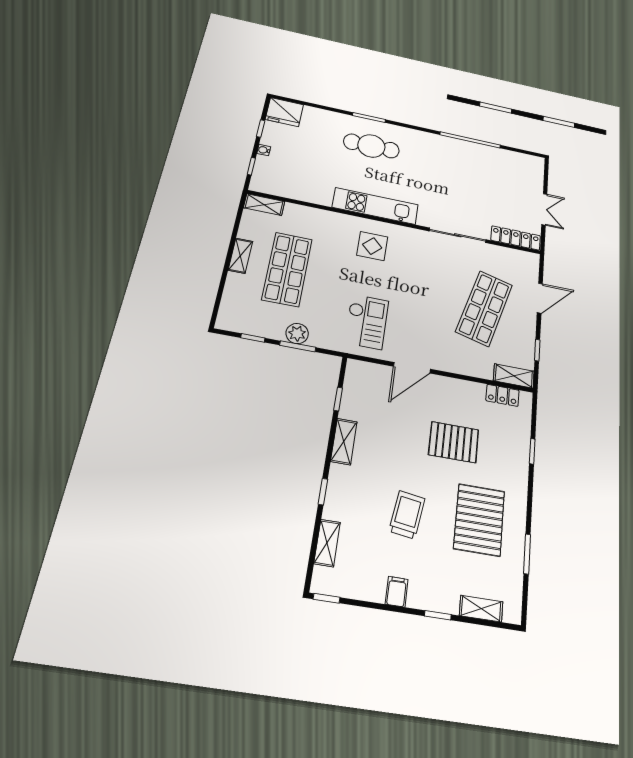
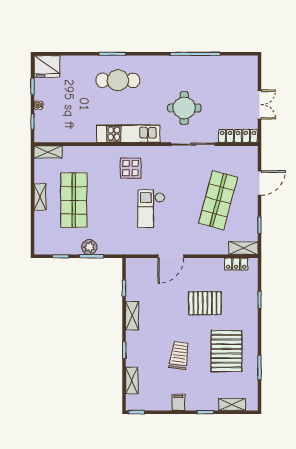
round table: (451, 193) -> (184, 108), added
checkout: (367, 322) -> (151, 209), moved, turned 180

